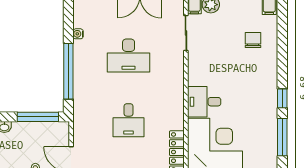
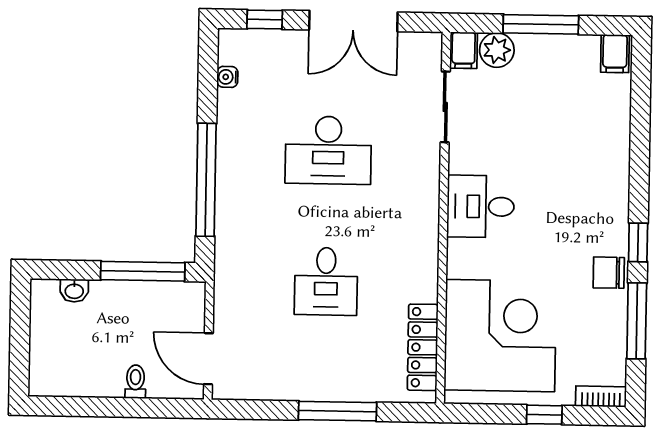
water cooler: (78, 34) -> (227, 77), moved
chair: (253, 40) -> (609, 273), moved, turned -90
desk: (204, 102) -> (481, 206), moved

